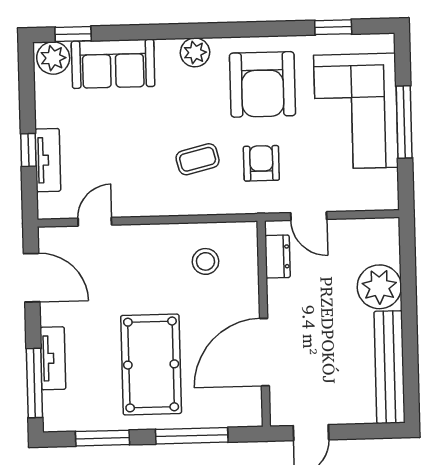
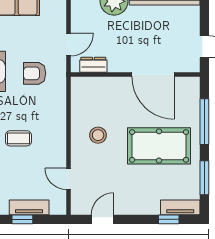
coffee table: (198, 159) -> (18, 138), moved, turned -76
stool: (205, 261) -> (98, 135), moved
door: (32, 278) -> (103, 219), width x0.73
tv unit: (53, 358) -> (180, 207), moved
window: (34, 383) -> (169, 219), width x0.46

